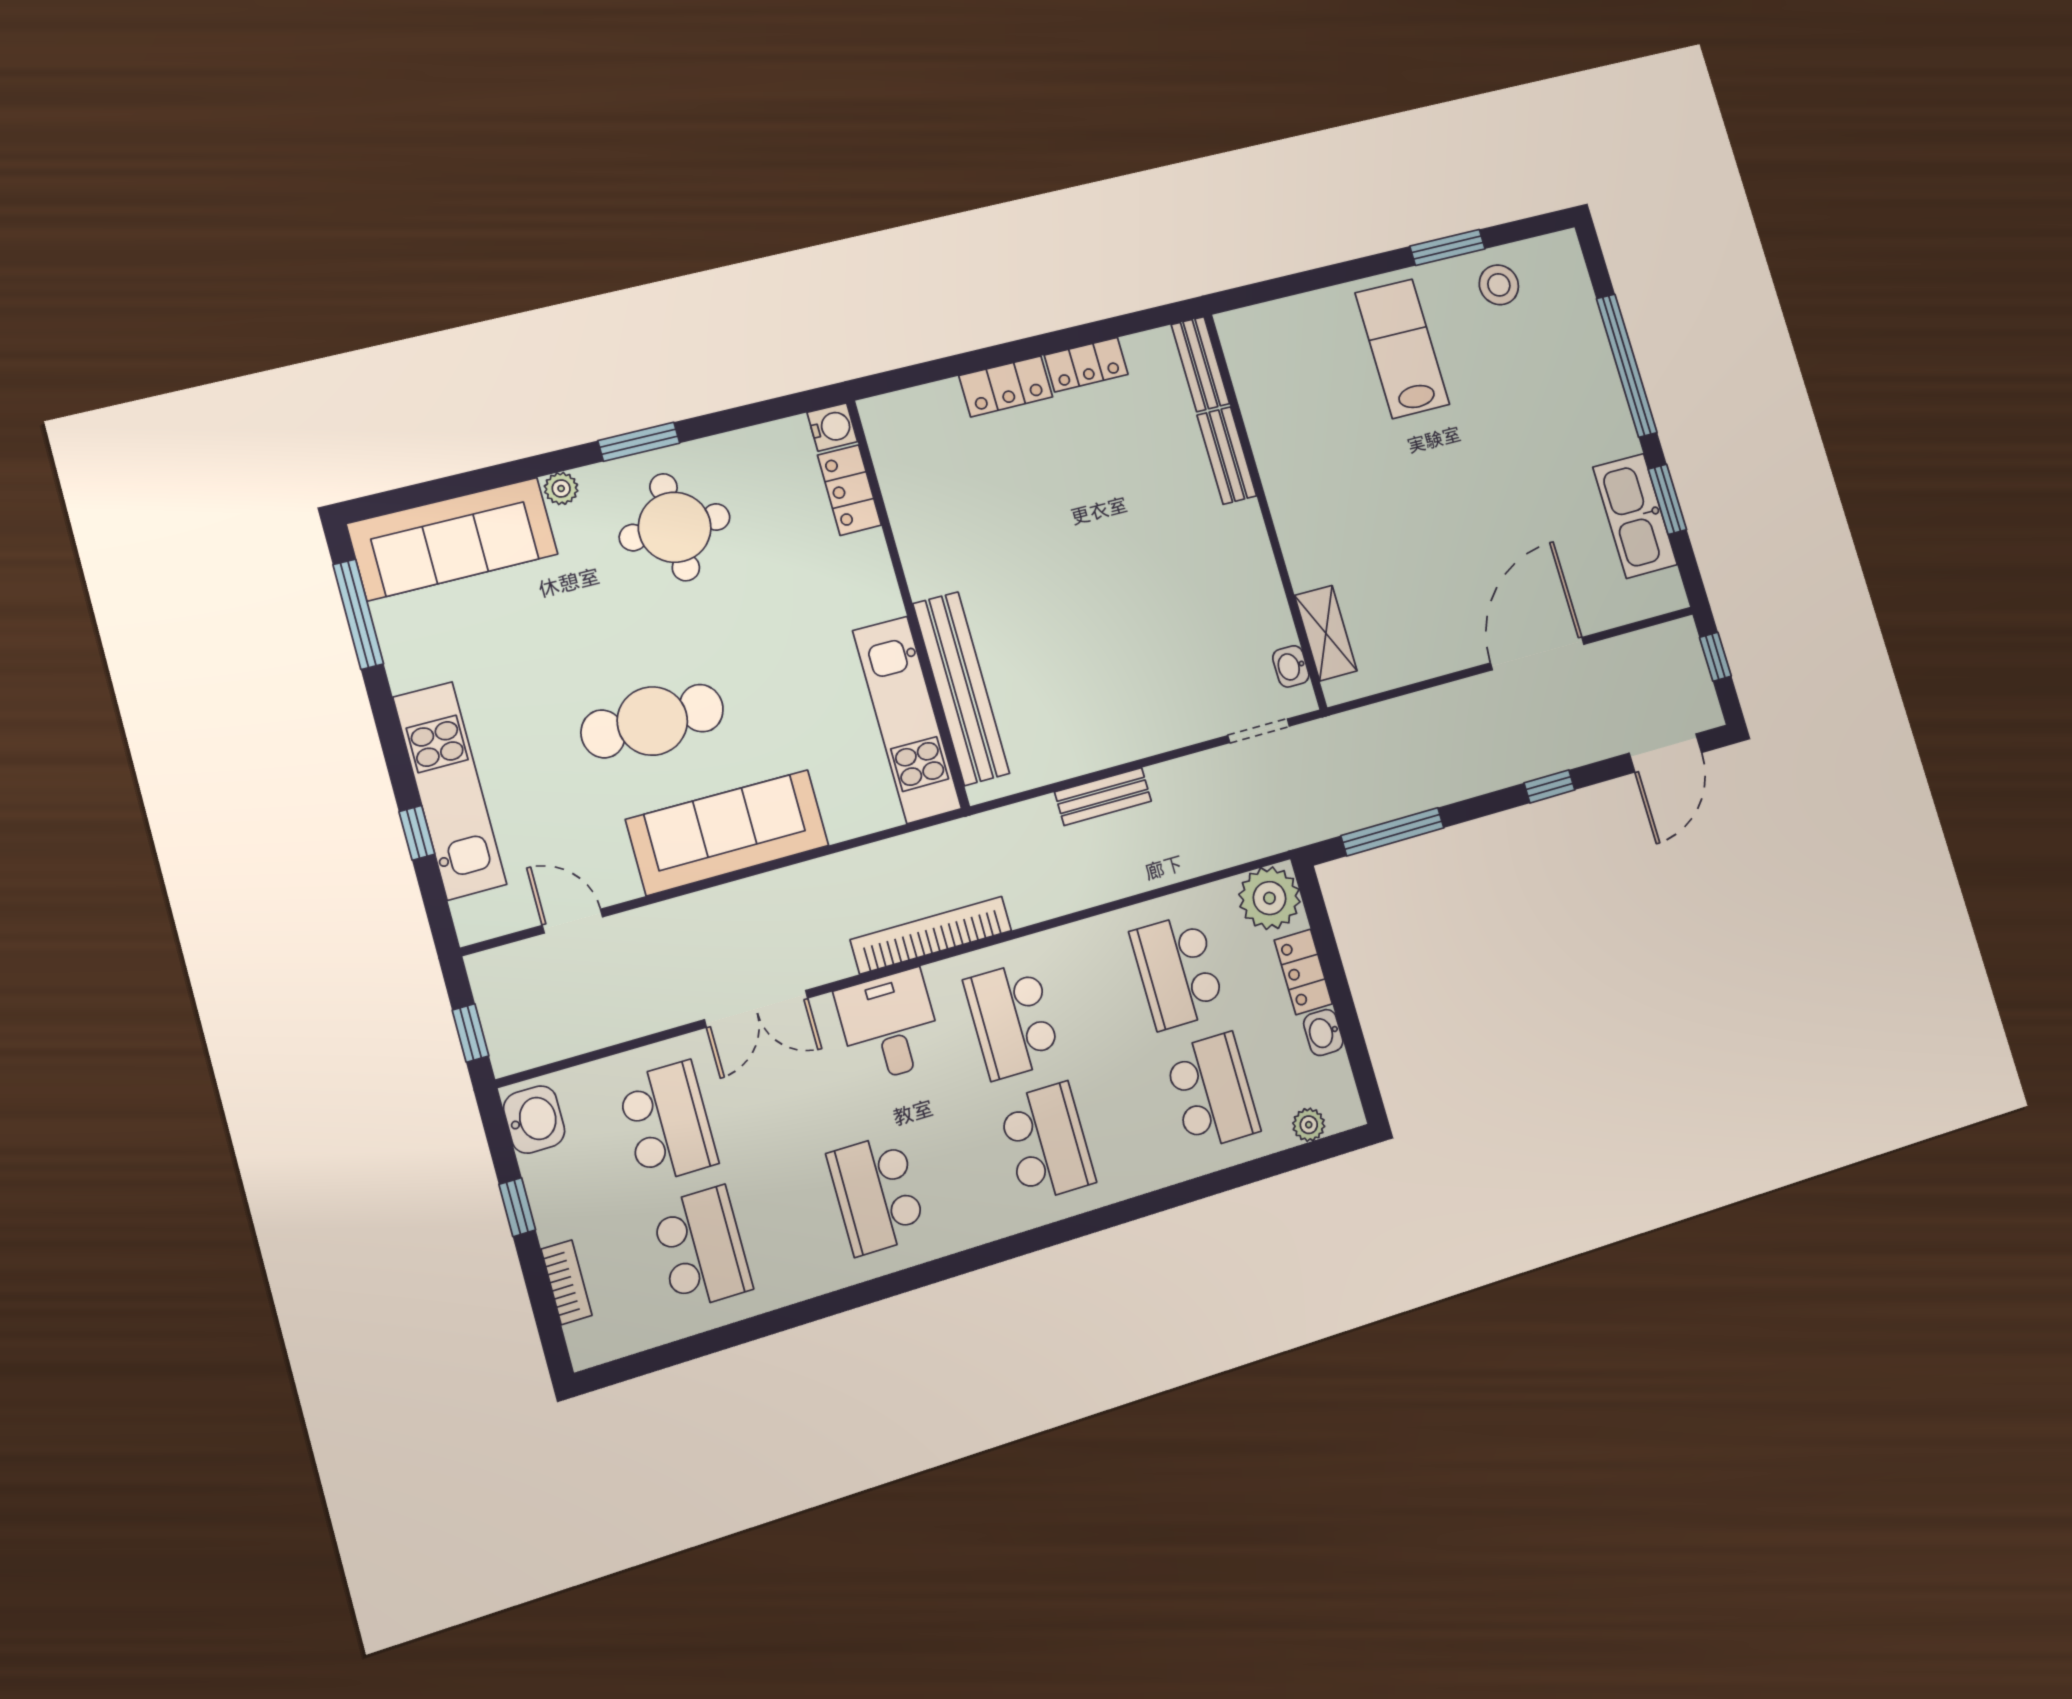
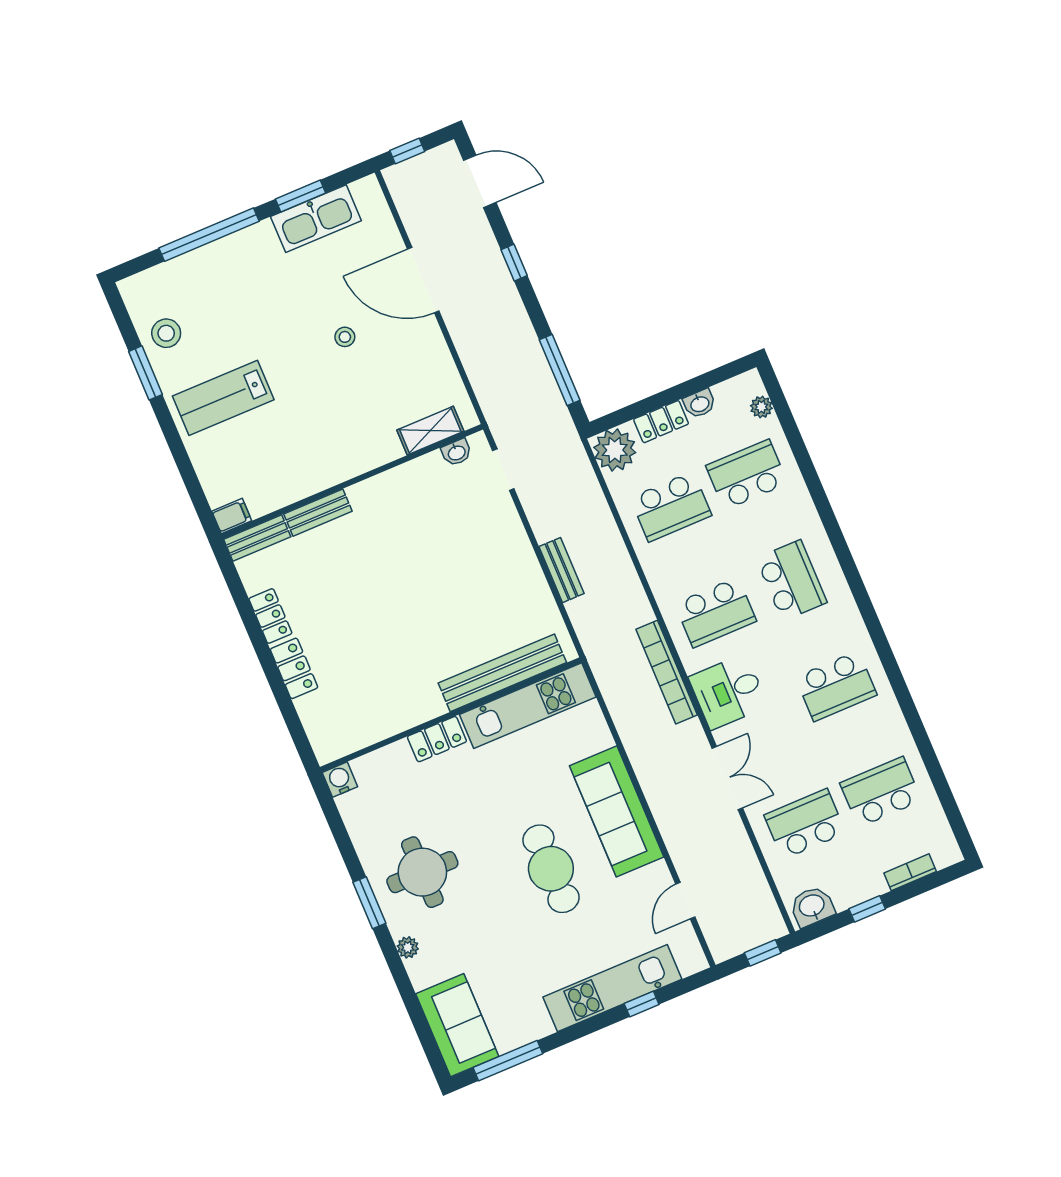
filing cabinet: (1236, 333) -> (232, 516), added
locker: (849, 490) -> (437, 739), moved
stool: (1469, 531) -> (345, 337), added
sofa: (453, 539) -> (457, 1025), width x0.73
school desk: (1047, 1142) -> (791, 580), turned 90

